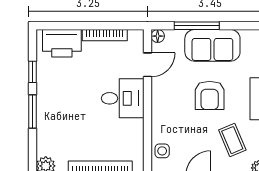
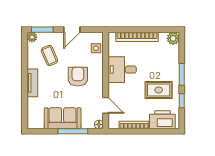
door: (147, 65) -> (106, 105), swing flipped
rug: (68, 88) -> (159, 90), added
armchair: (210, 95) -> (78, 77), moved
desk: (123, 98) -> (122, 70), moved

